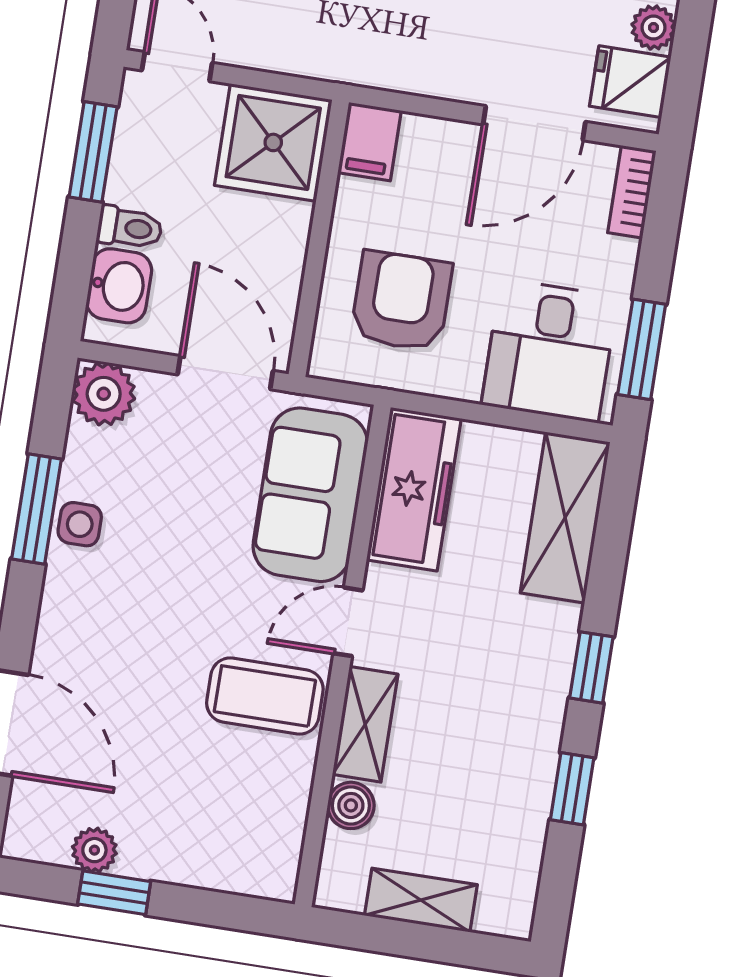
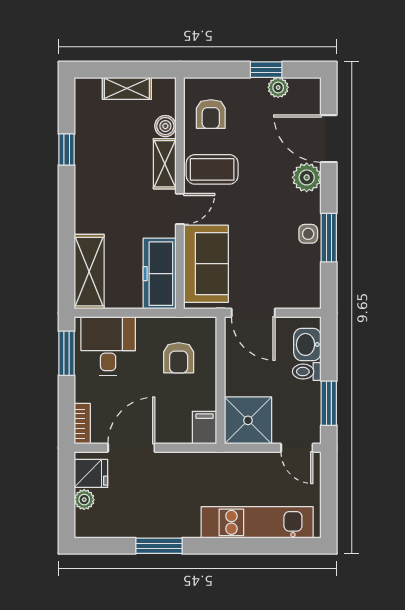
armchair: (401, 301) -> (179, 358), width x0.72, depth x0.72
plant: (104, 394) -> (307, 177), moved
window: (591, 667) -> (67, 206), removed
armchair: (249, 816) -> (211, 114), added

